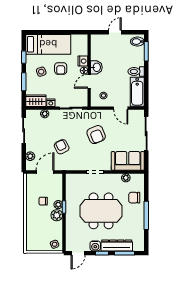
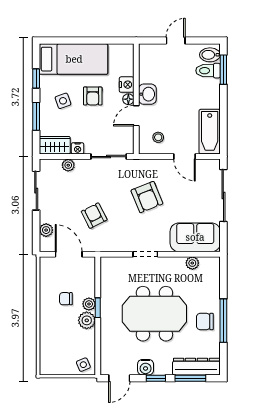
toilet: (136, 71) -> (208, 71), moved
door: (45, 172) -> (69, 254), hinge flipped
chair: (134, 198) -> (205, 322), moved
dresser: (117, 245) -> (196, 367), moved

